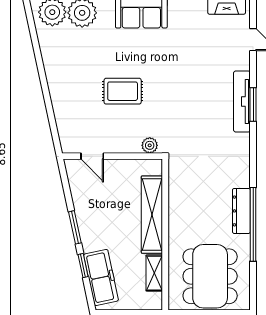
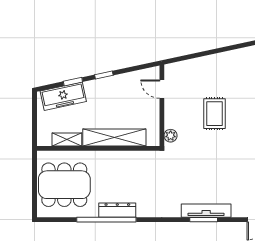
door: (92, 156) -> (162, 89), hinge flipped
window: (75, 227) -> (104, 75), width x0.67

